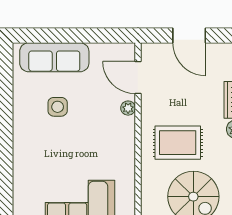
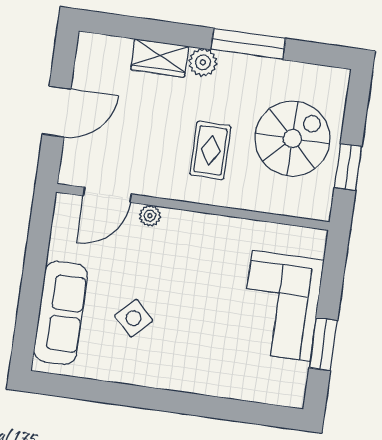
side table: (58, 107) -> (134, 318), turned 45
rug: (178, 143) -> (210, 150), width x0.73, depth x0.70

